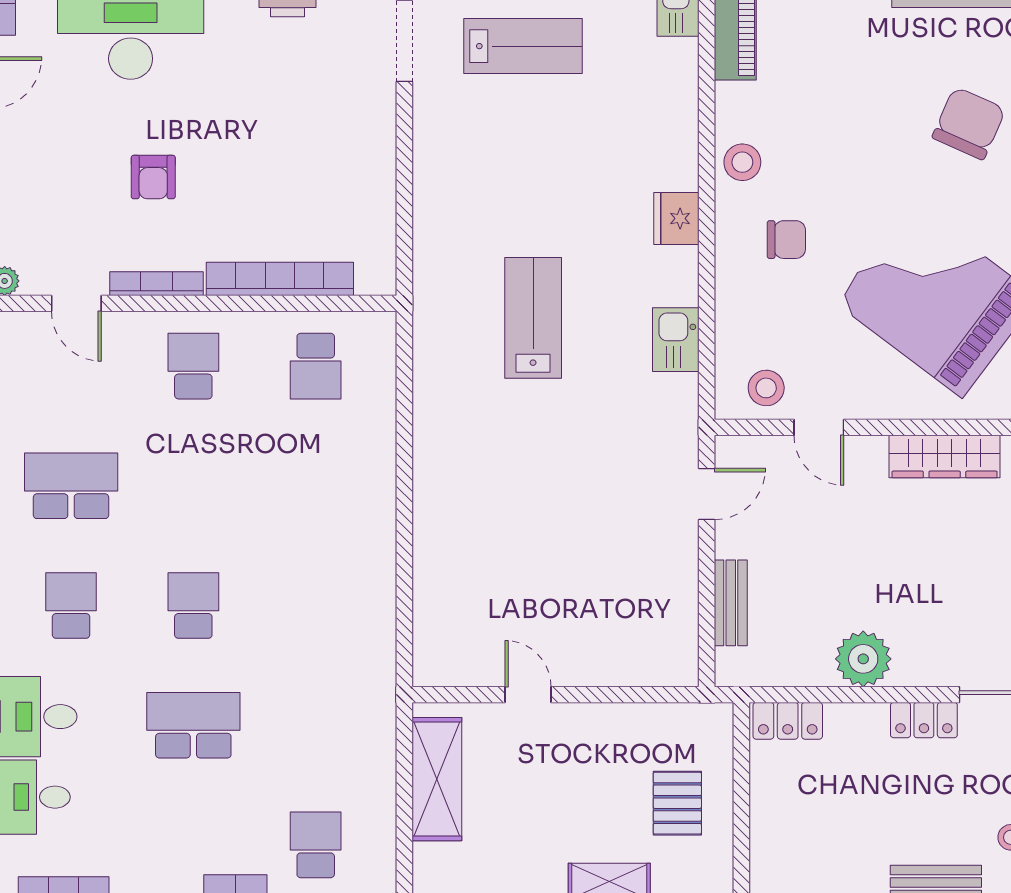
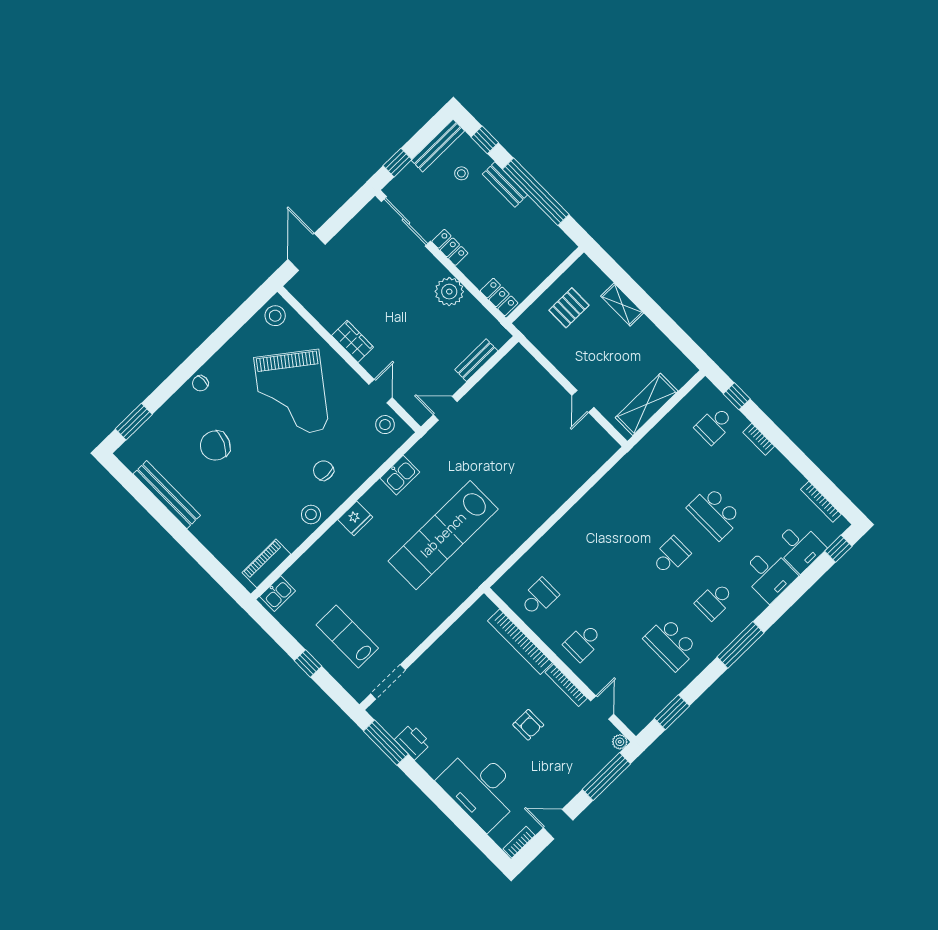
armchair: (153, 177) -> (528, 725), turned 90
lab bench: (533, 318) -> (443, 535), width x1.86, depth x1.39
wardrobe: (945, 456) -> (353, 341), width x0.67
school desk: (193, 605) -> (671, 556), turned 180

